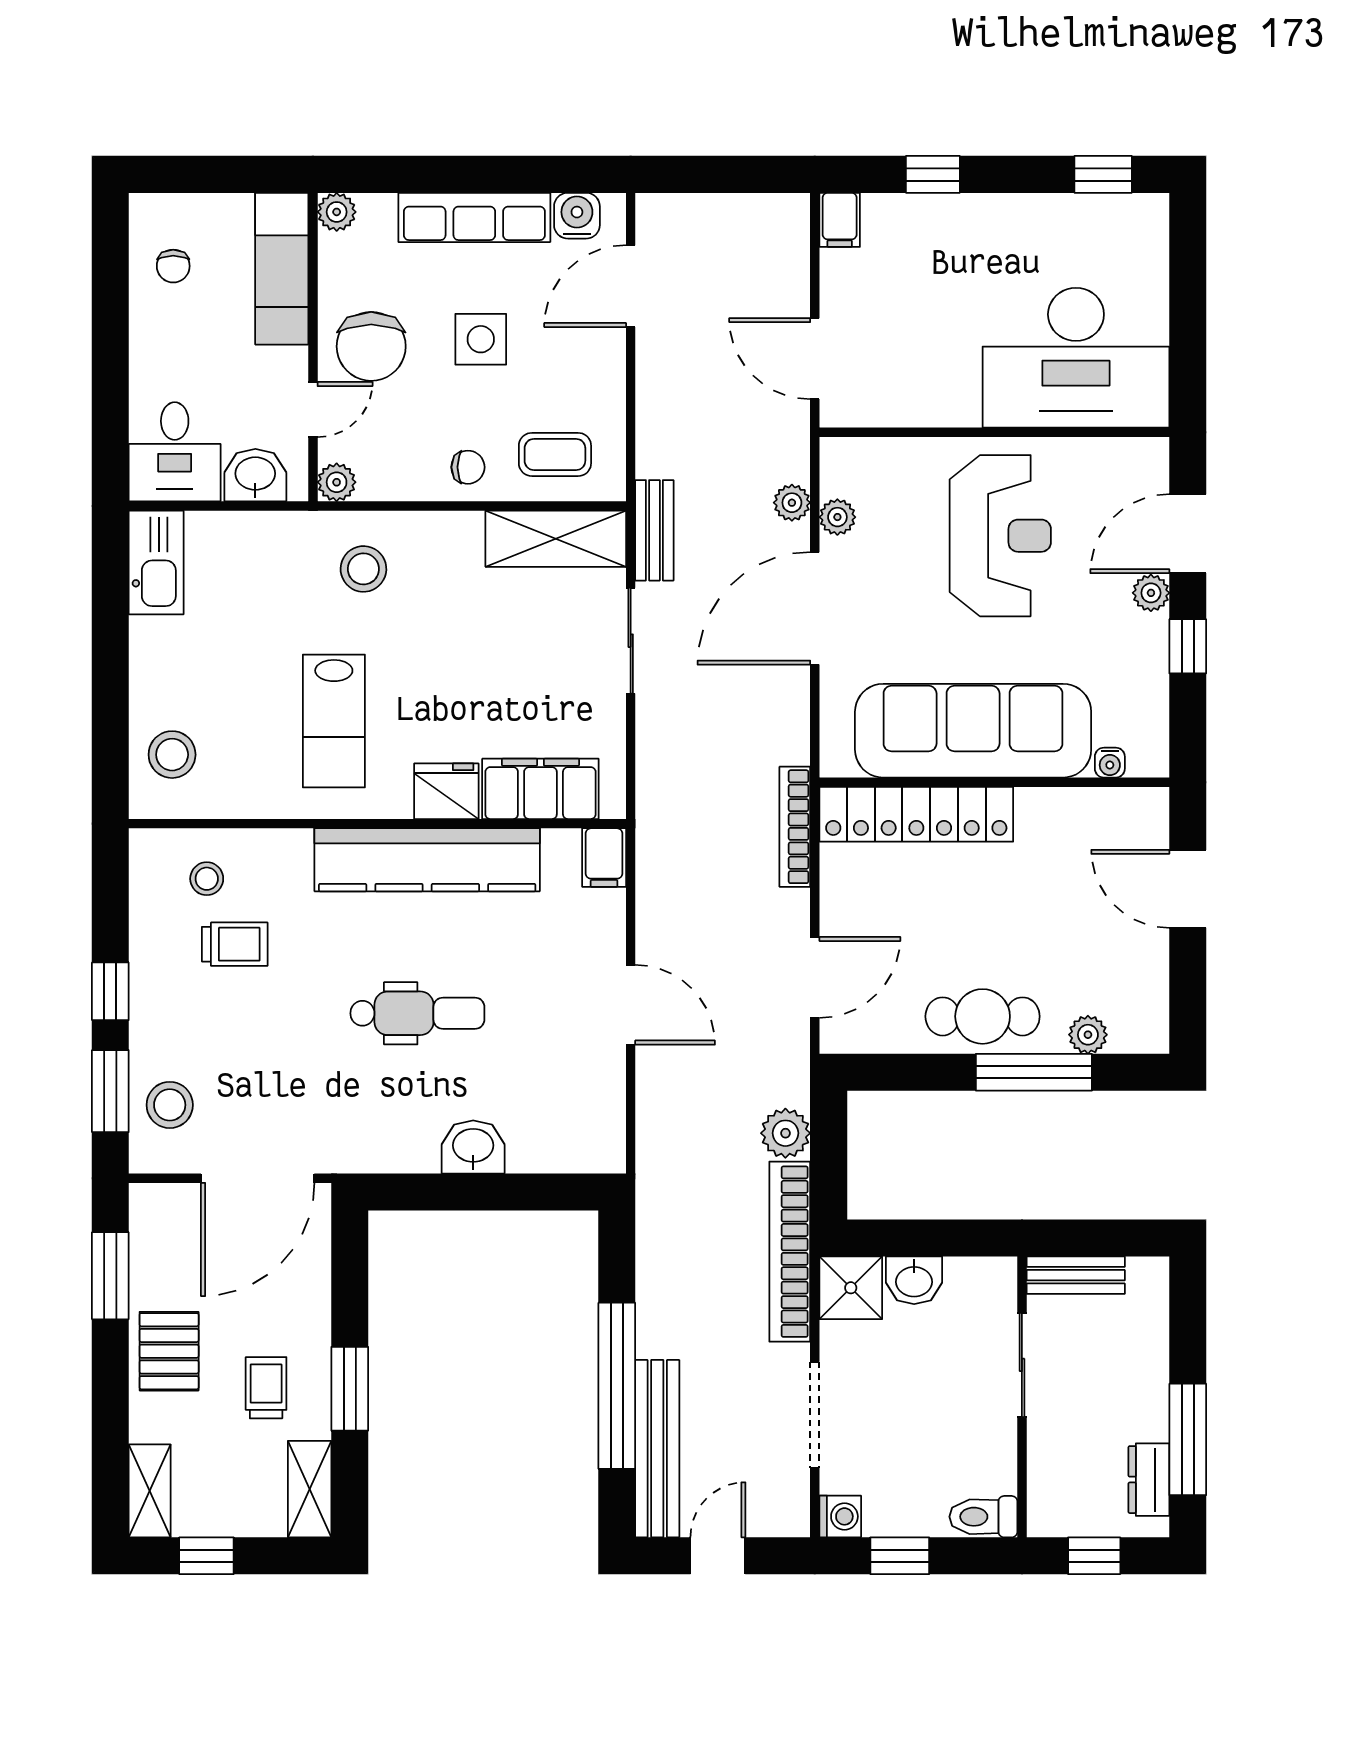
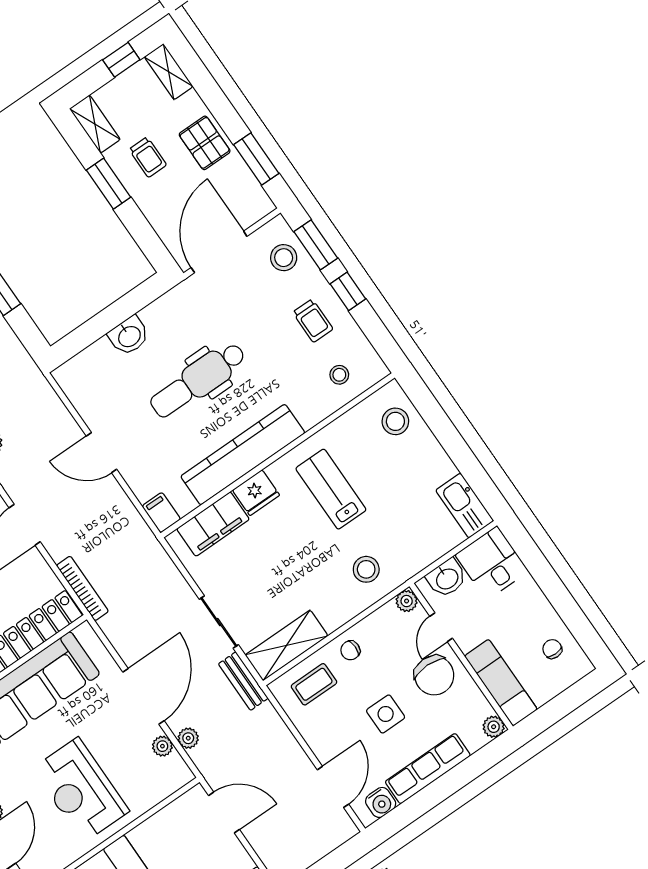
chair: (371, 346) -> (434, 675), turned 180
trolley: (235, 944) -> (313, 321), moved, turned -90
dental chair: (417, 1013) -> (198, 380), width x1.36, depth x1.38

